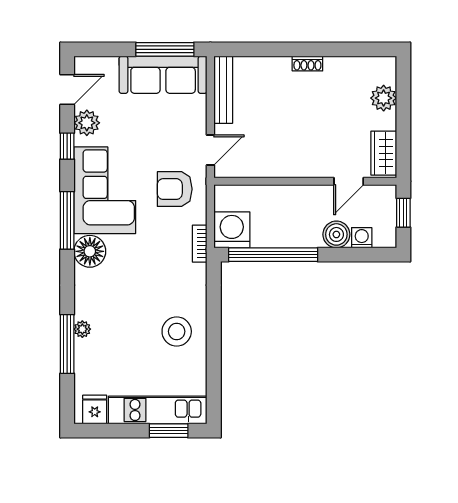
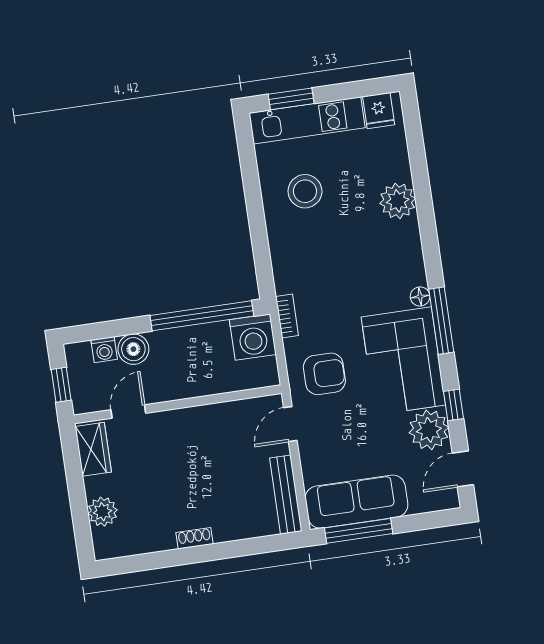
plant: (87, 123) -> (429, 430), width x1.36, depth x1.36
floor lamp: (90, 251) -> (420, 296), width x0.53, depth x0.53
plant: (82, 329) -> (398, 201), width x1.87, depth x1.87
stool: (177, 331) -> (305, 191), moved
window: (67, 344) -> (421, 180), removed

